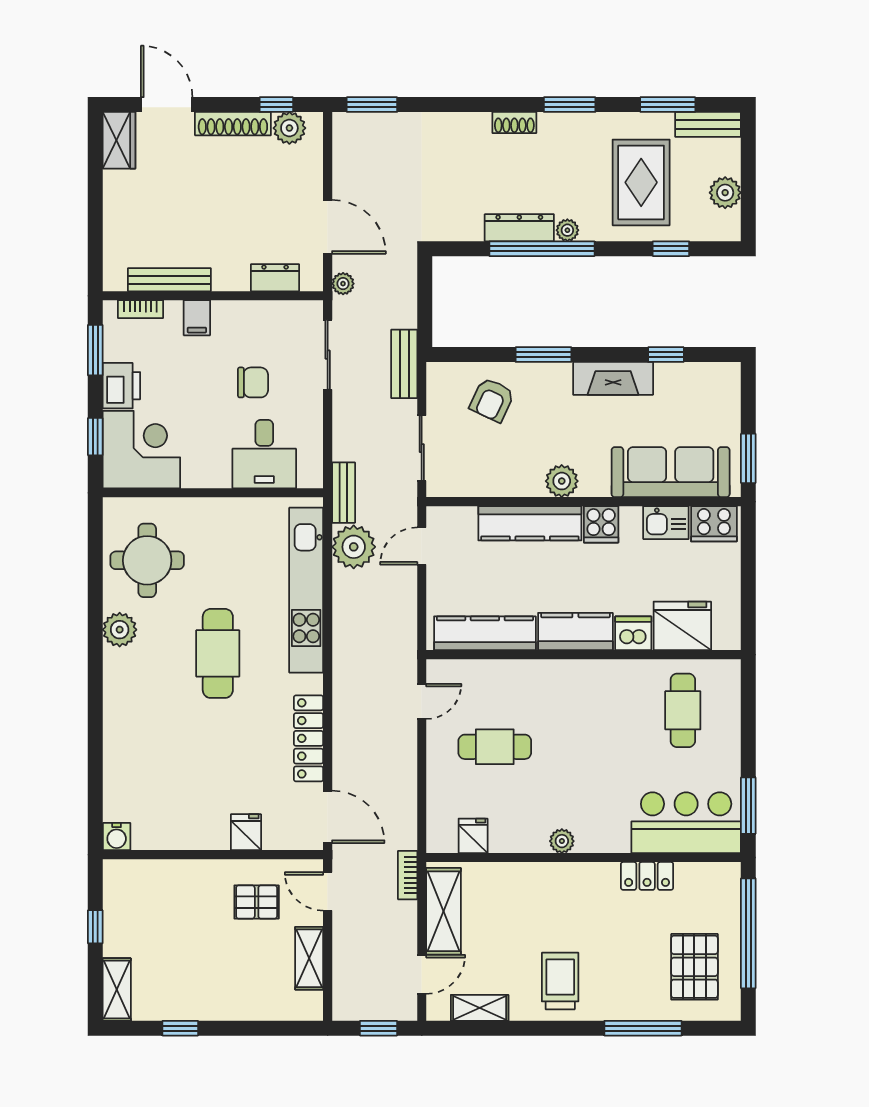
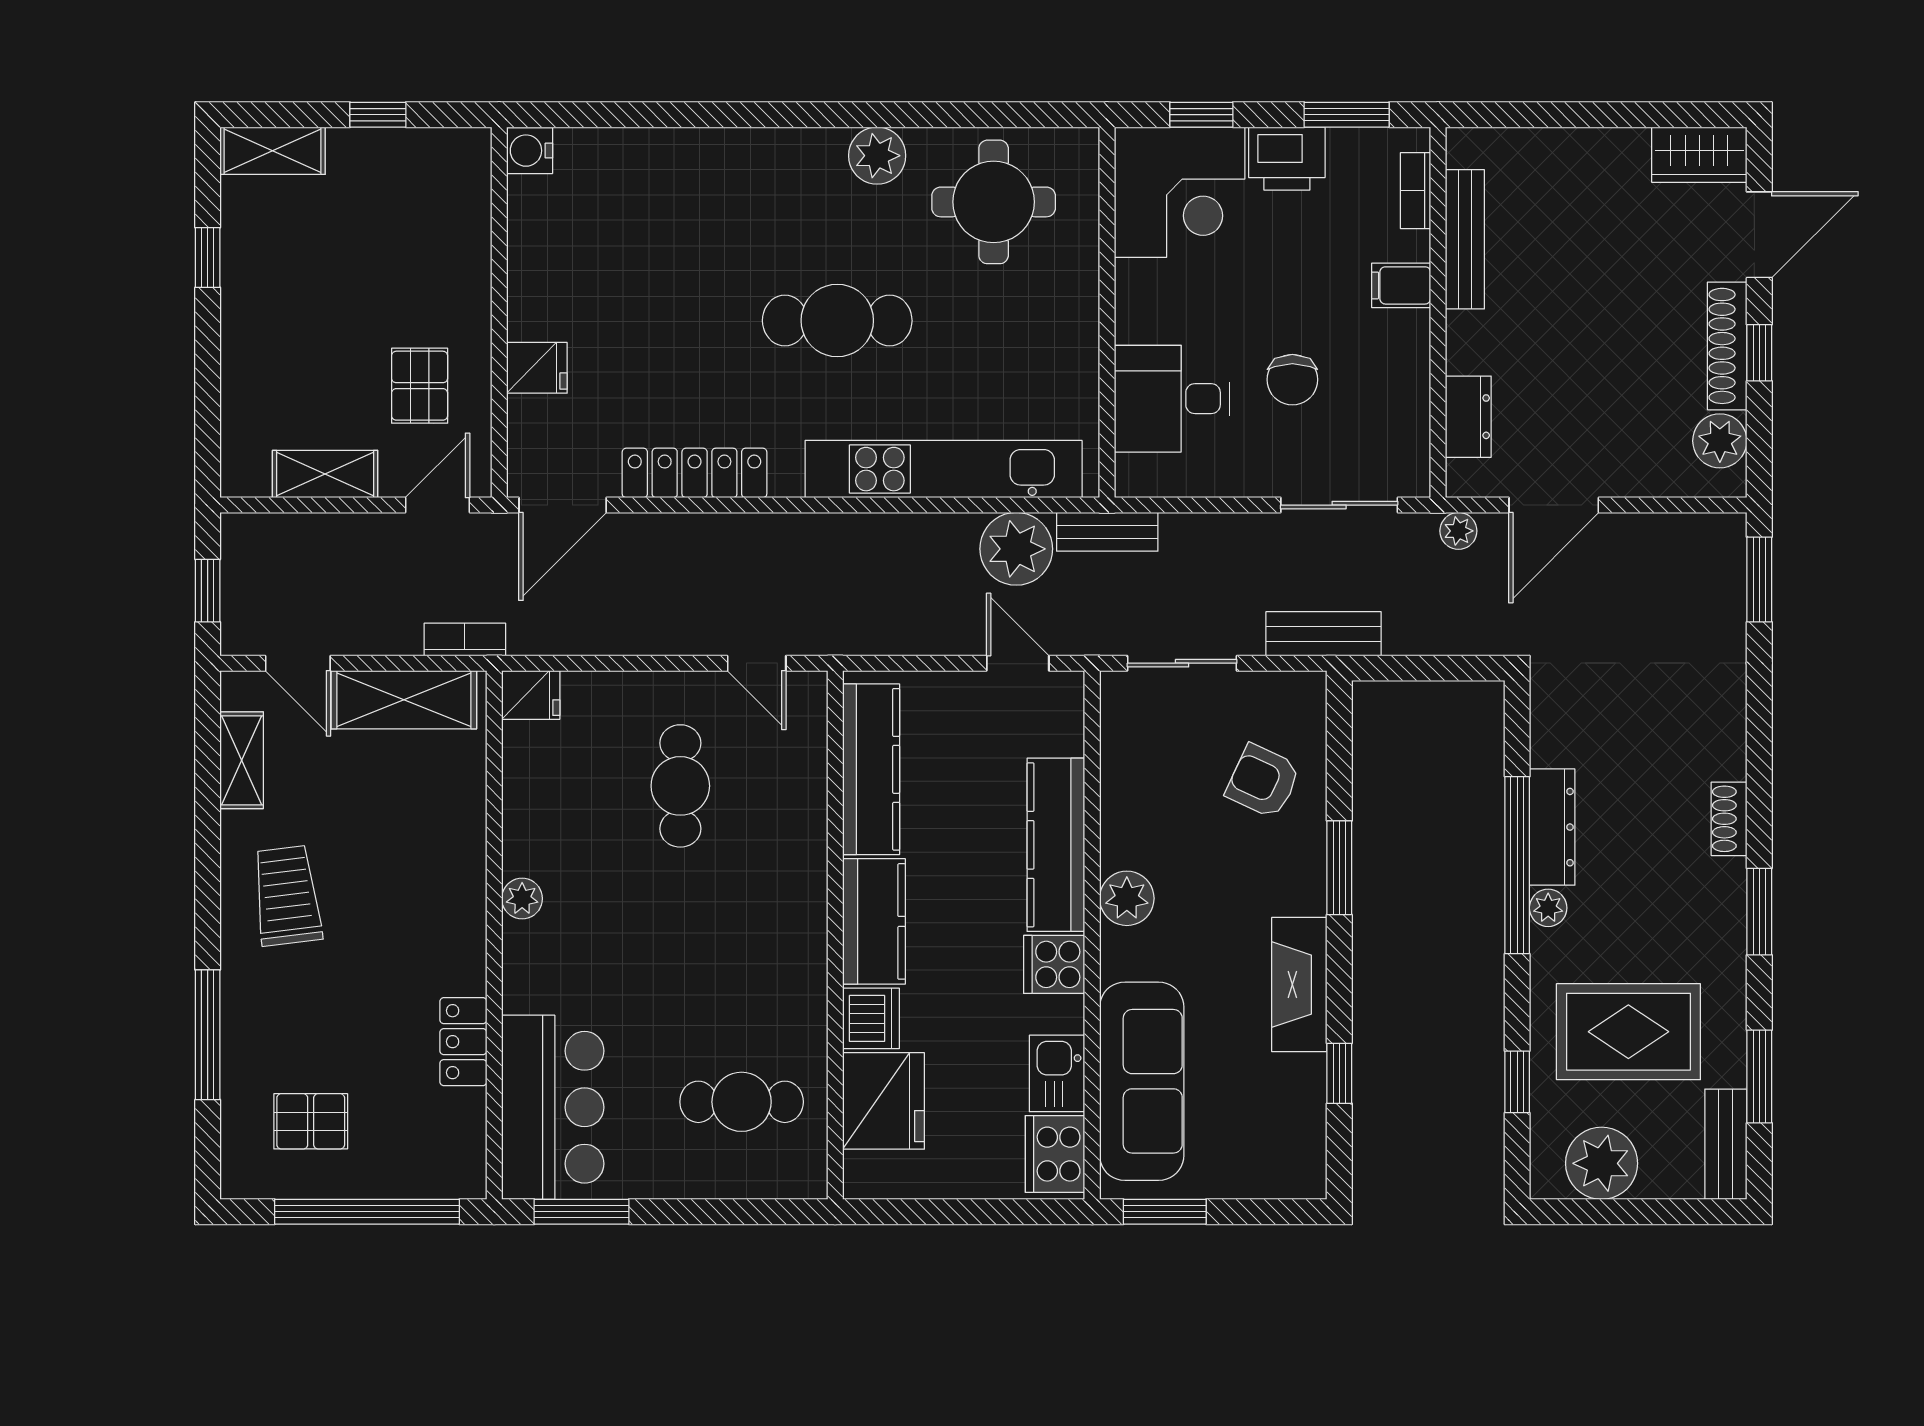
window: (276, 105) -> (1759, 353), moved
plant: (725, 193) -> (1602, 1163), width x1.36, depth x1.36
fridge: (473, 836) -> (531, 695), moved
pallet: (694, 967) -> (311, 1121), width x0.67, depth x0.71
trolley: (560, 981) -> (287, 896), turned -97

